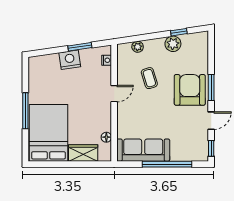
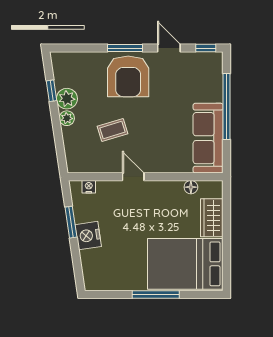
plant: (138, 47) -> (67, 118), moved
armchair: (190, 90) -> (128, 76), turned -90

